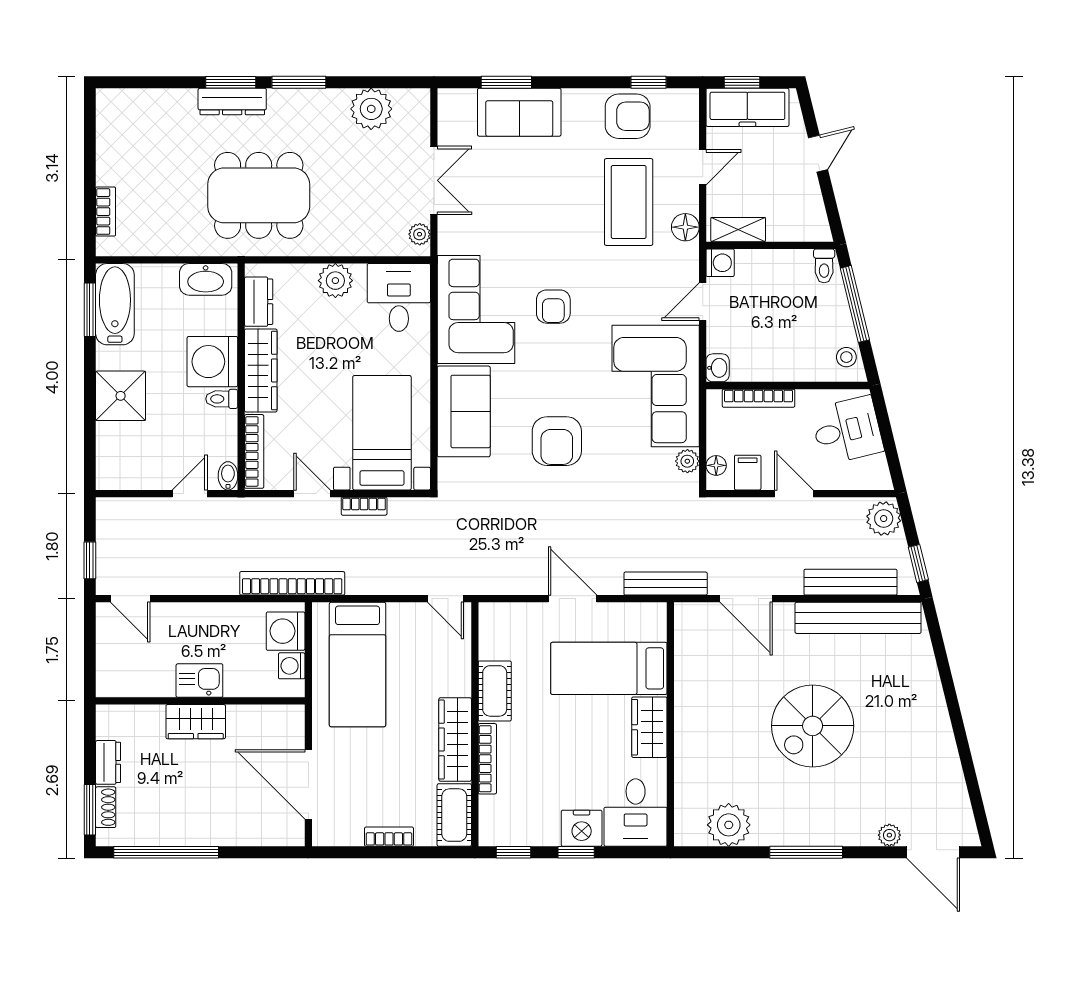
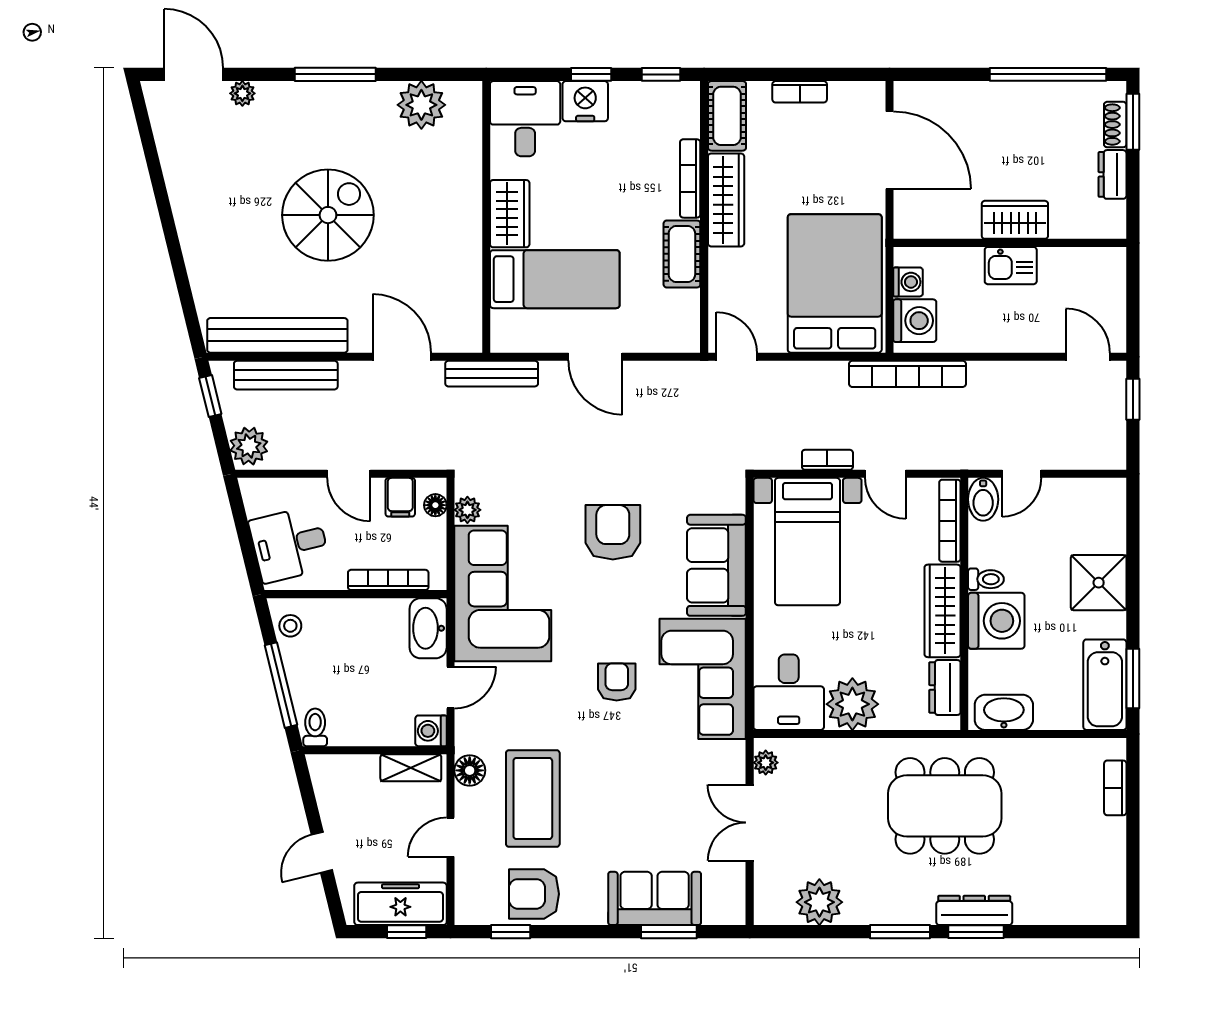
plant: (335, 281) -> (852, 704), width x1.36, depth x1.36
washbasin: (718, 368) -> (428, 628), width x1.91, depth x1.45
bidet: (228, 476) -> (983, 499), width x1.38, depth x1.36
bed: (358, 665) -> (835, 283), width x1.50

